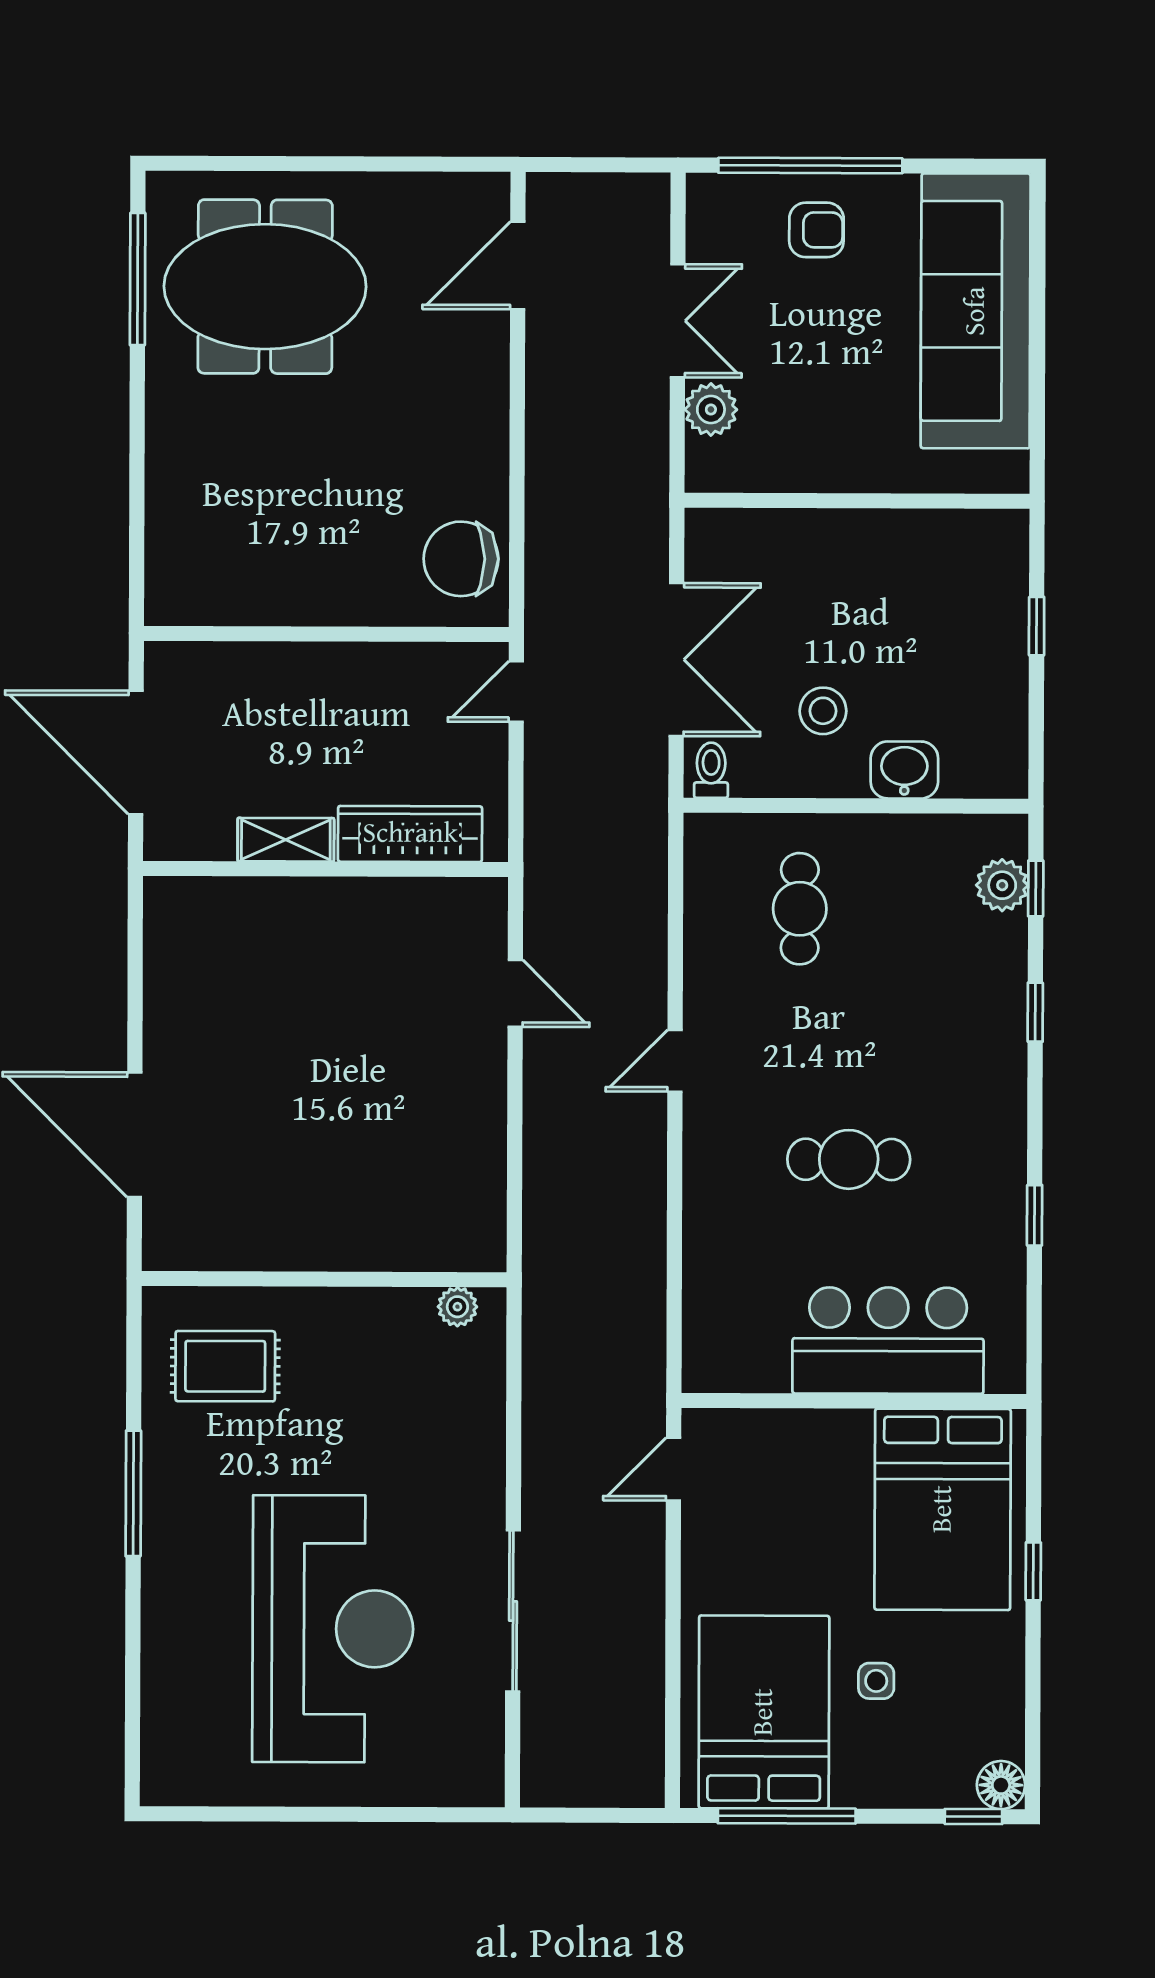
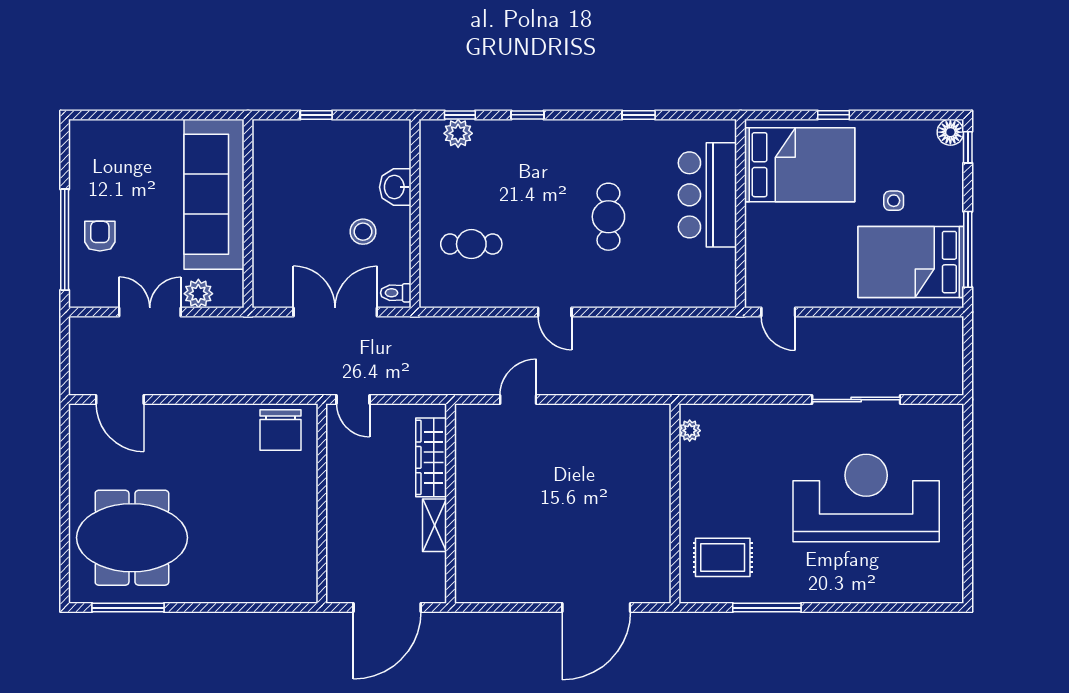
meeting table: (265, 287) -> (132, 538), turned 90
sofa: (976, 311) -> (214, 194), moved, turned 90
rug: (225, 1366) -> (723, 557), turned 90
window: (133, 1493) -> (767, 608), moved

